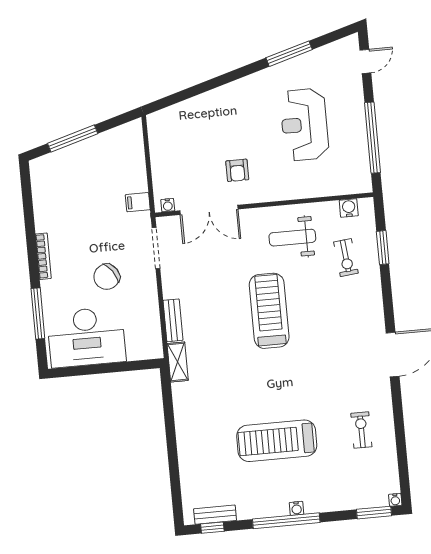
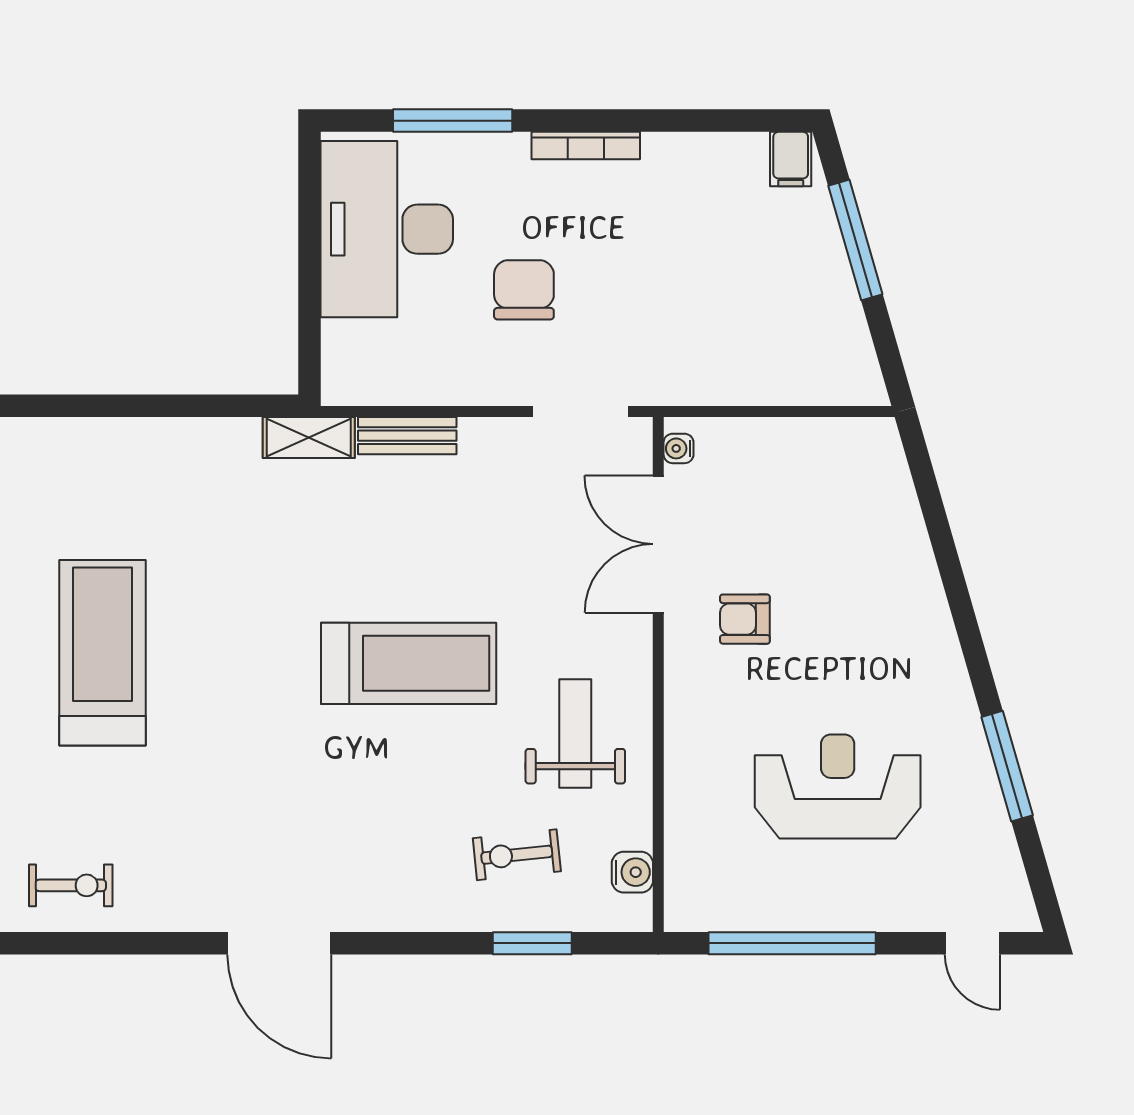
filing cabinet: (138, 202) -> (791, 159), moved, turned 180
chair: (107, 277) -> (524, 290), turned 35
exercise bike: (361, 430) -> (71, 885), moved

